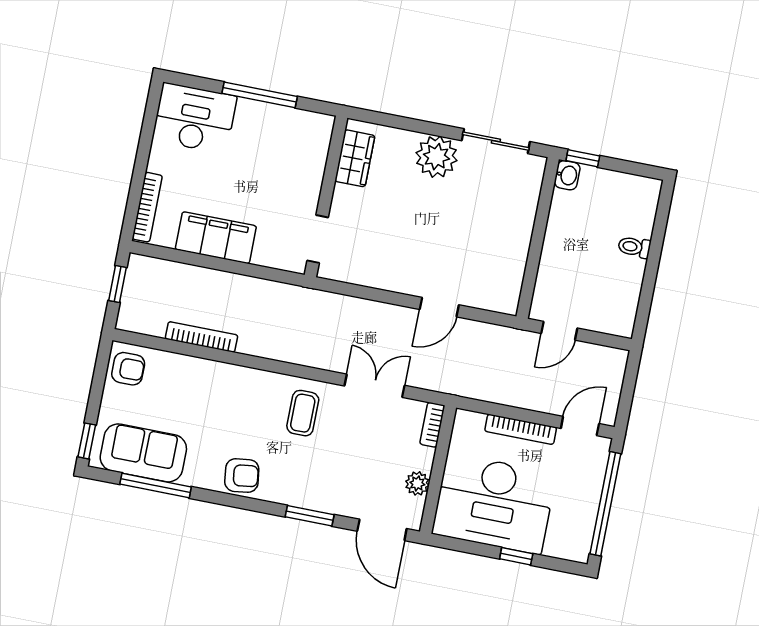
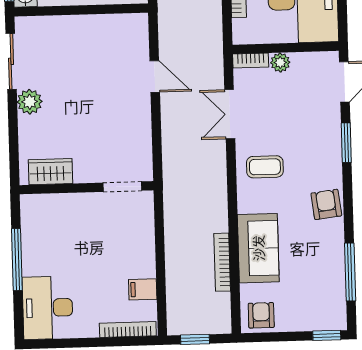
plant: (436, 157) -> (30, 102), width x0.73, depth x0.73
filing cabinet: (216, 238) -> (143, 289), width x0.33, depth x0.86
sofa: (143, 453) -> (258, 248), moved, turned 180
plant: (417, 483) -> (280, 62), moved

